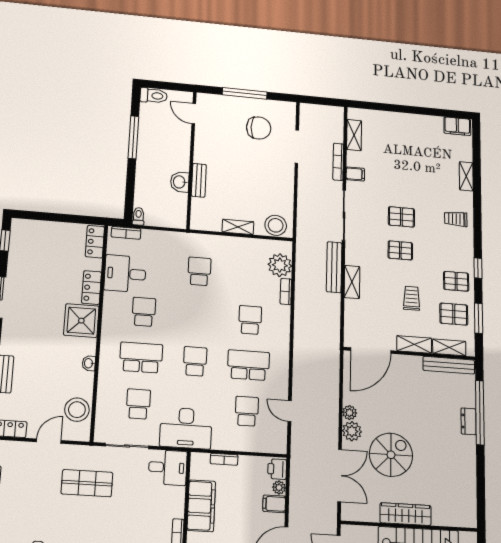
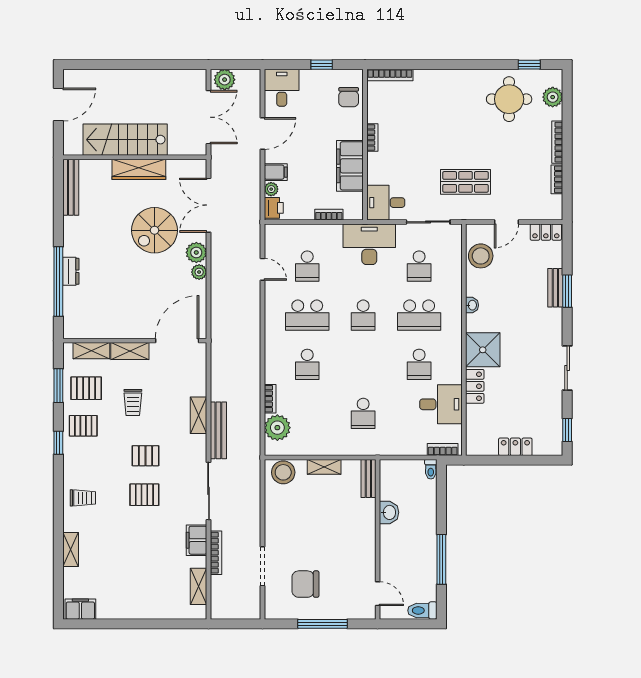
filing cabinet: (355, 174) -> (197, 540), width x2.00
bench: (199, 180) -> (368, 478), moved
locker: (95, 242) -> (515, 447), moved, turned -90
bench: (449, 365) -> (71, 187), moved, turned 90

